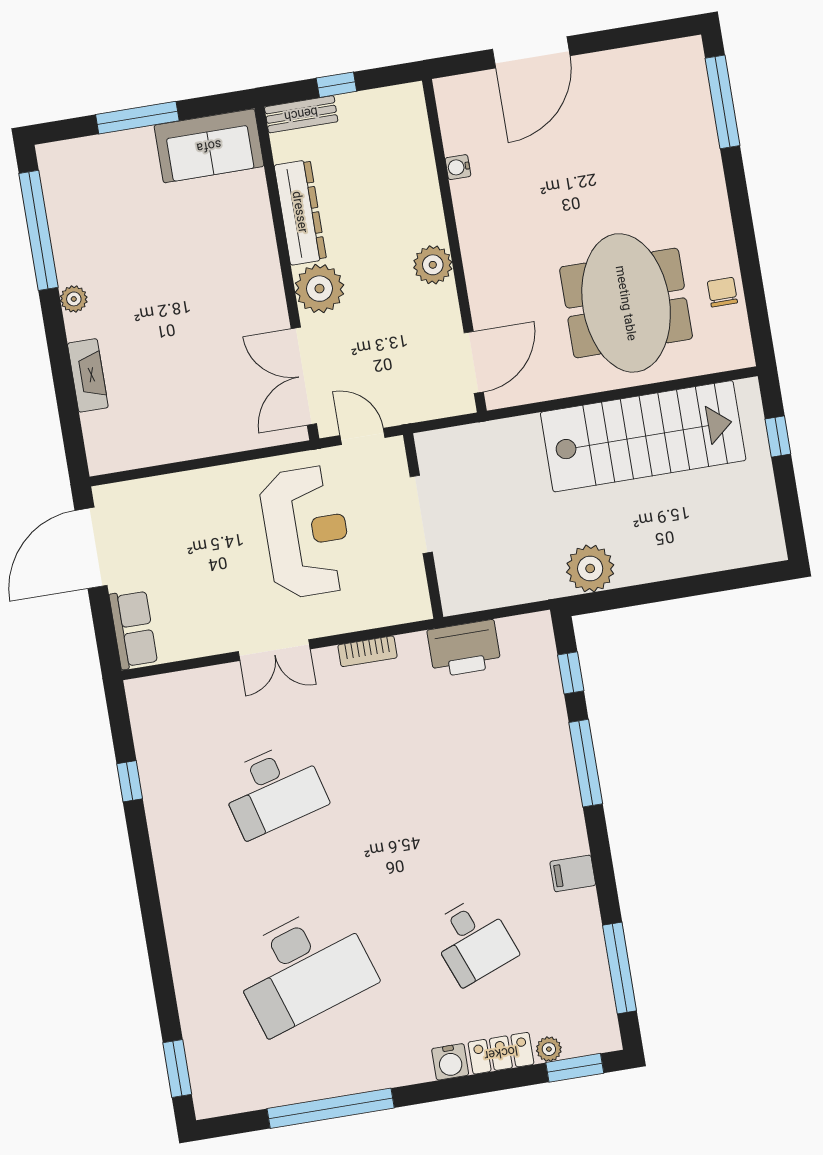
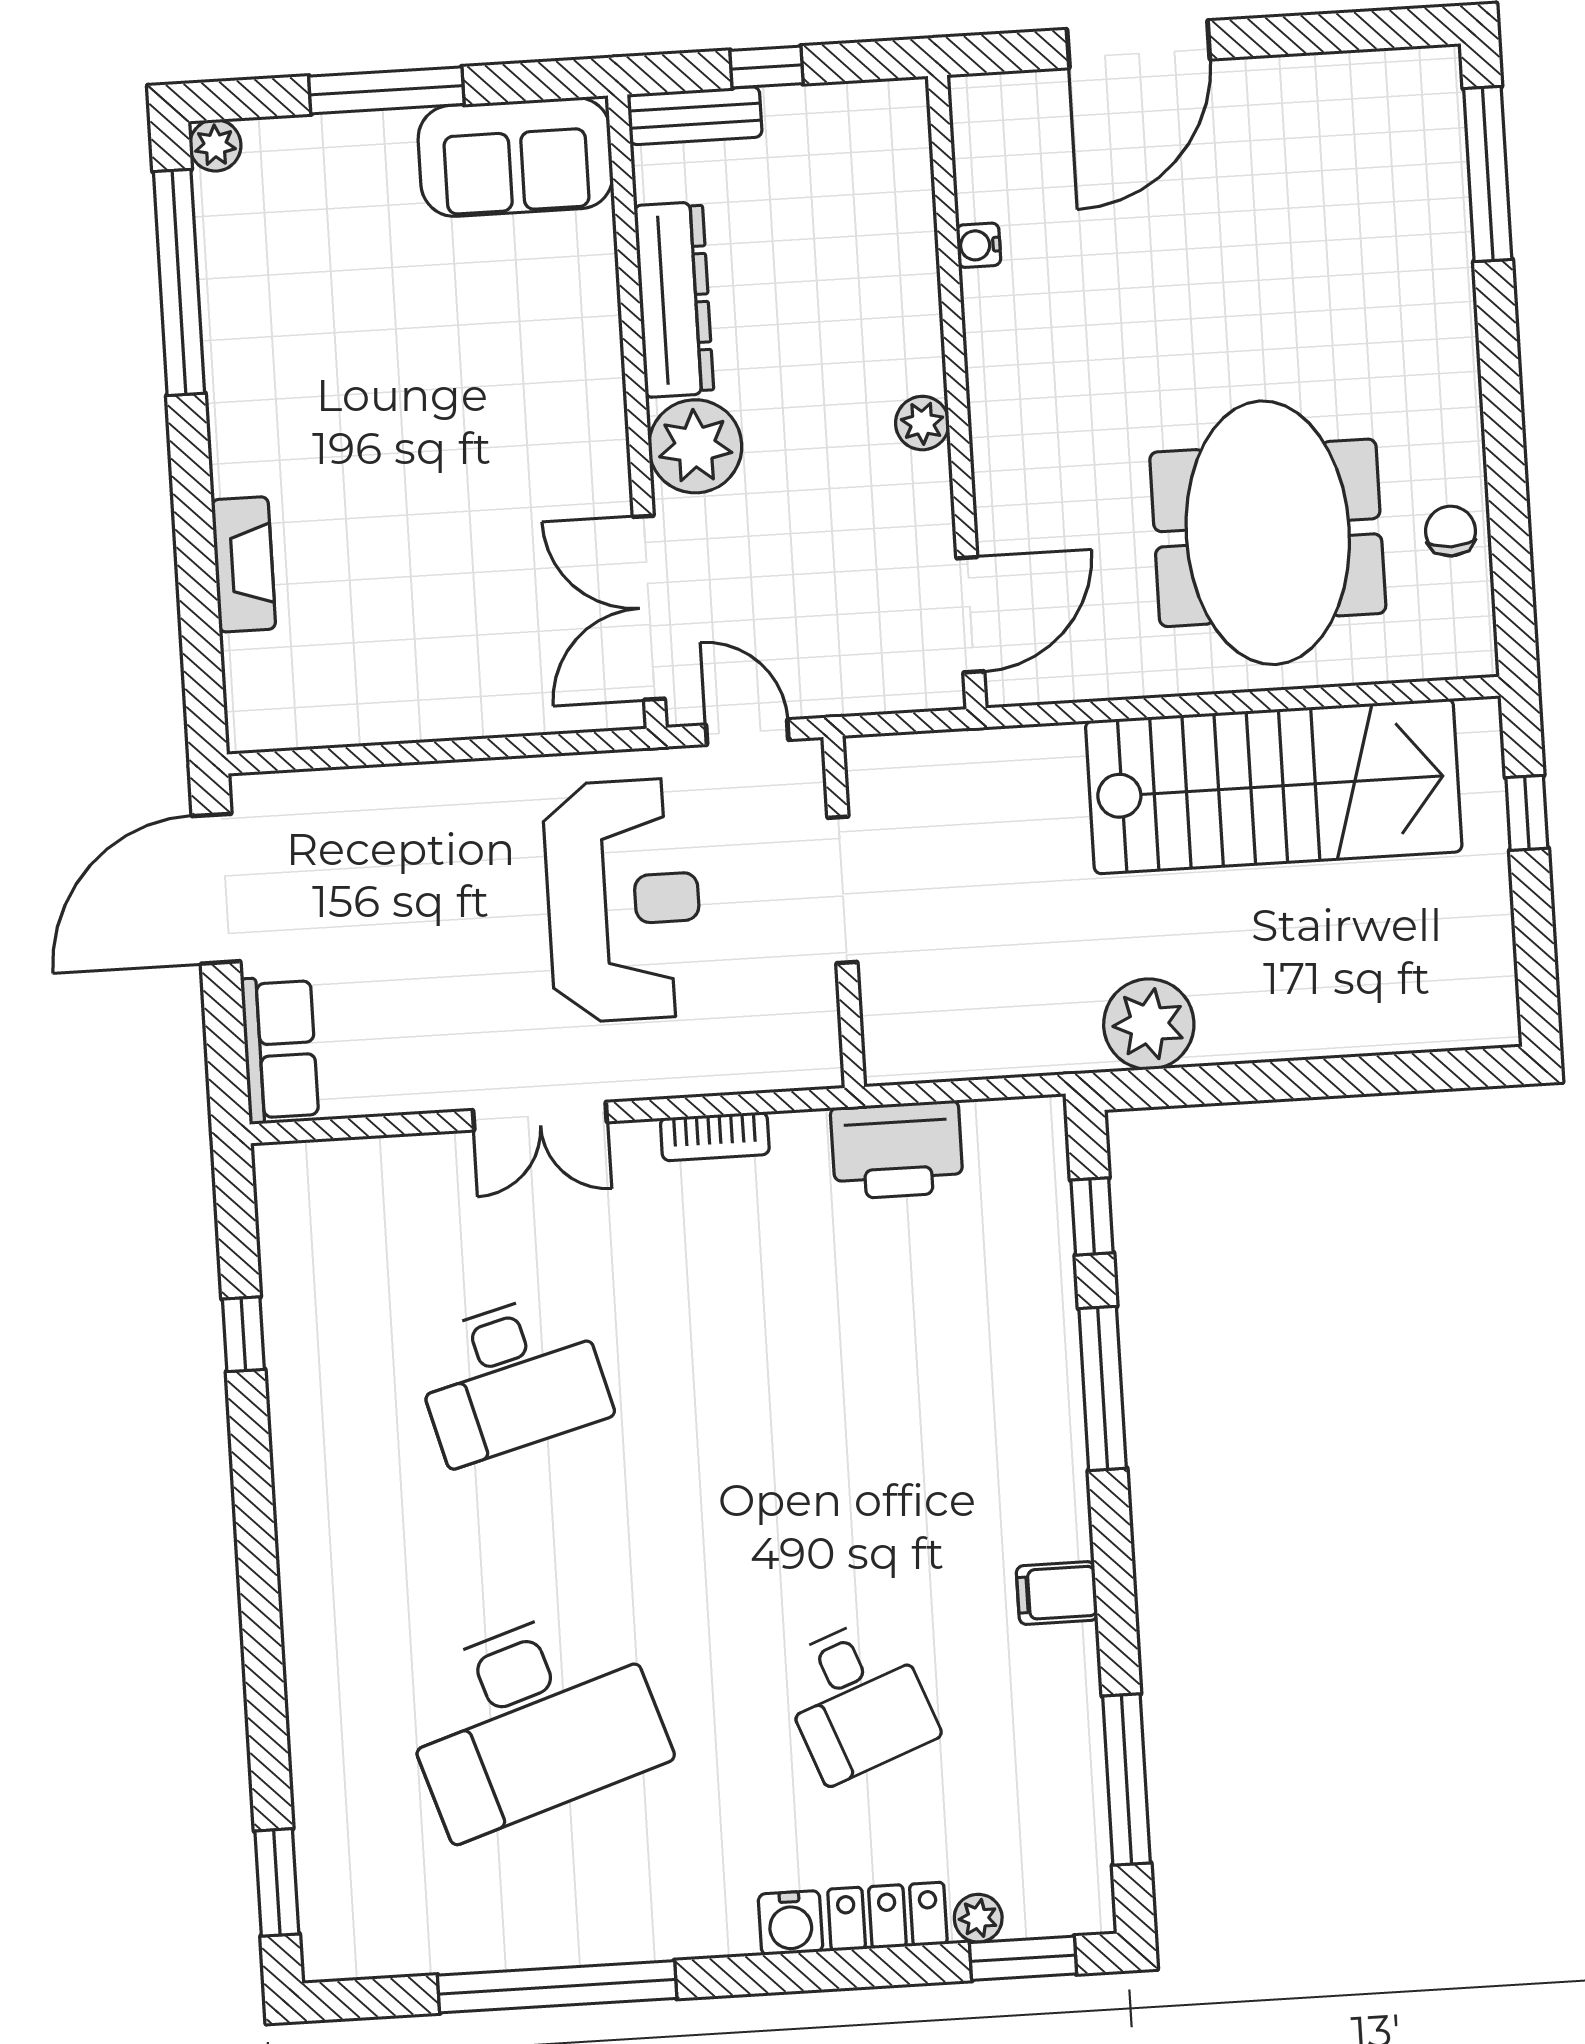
plant: (433, 265) -> (922, 423), width x0.73, depth x0.73
plant: (74, 299) -> (215, 145), moved

